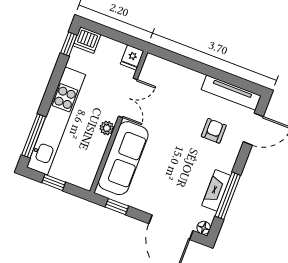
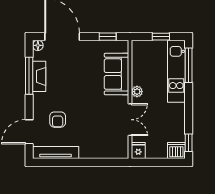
double door: (128, 98) -> (130, 120), swing flipped
kitchen unit: (56, 121) -> (176, 71), width x0.73
sofa: (123, 158) -> (116, 74), width x0.73

